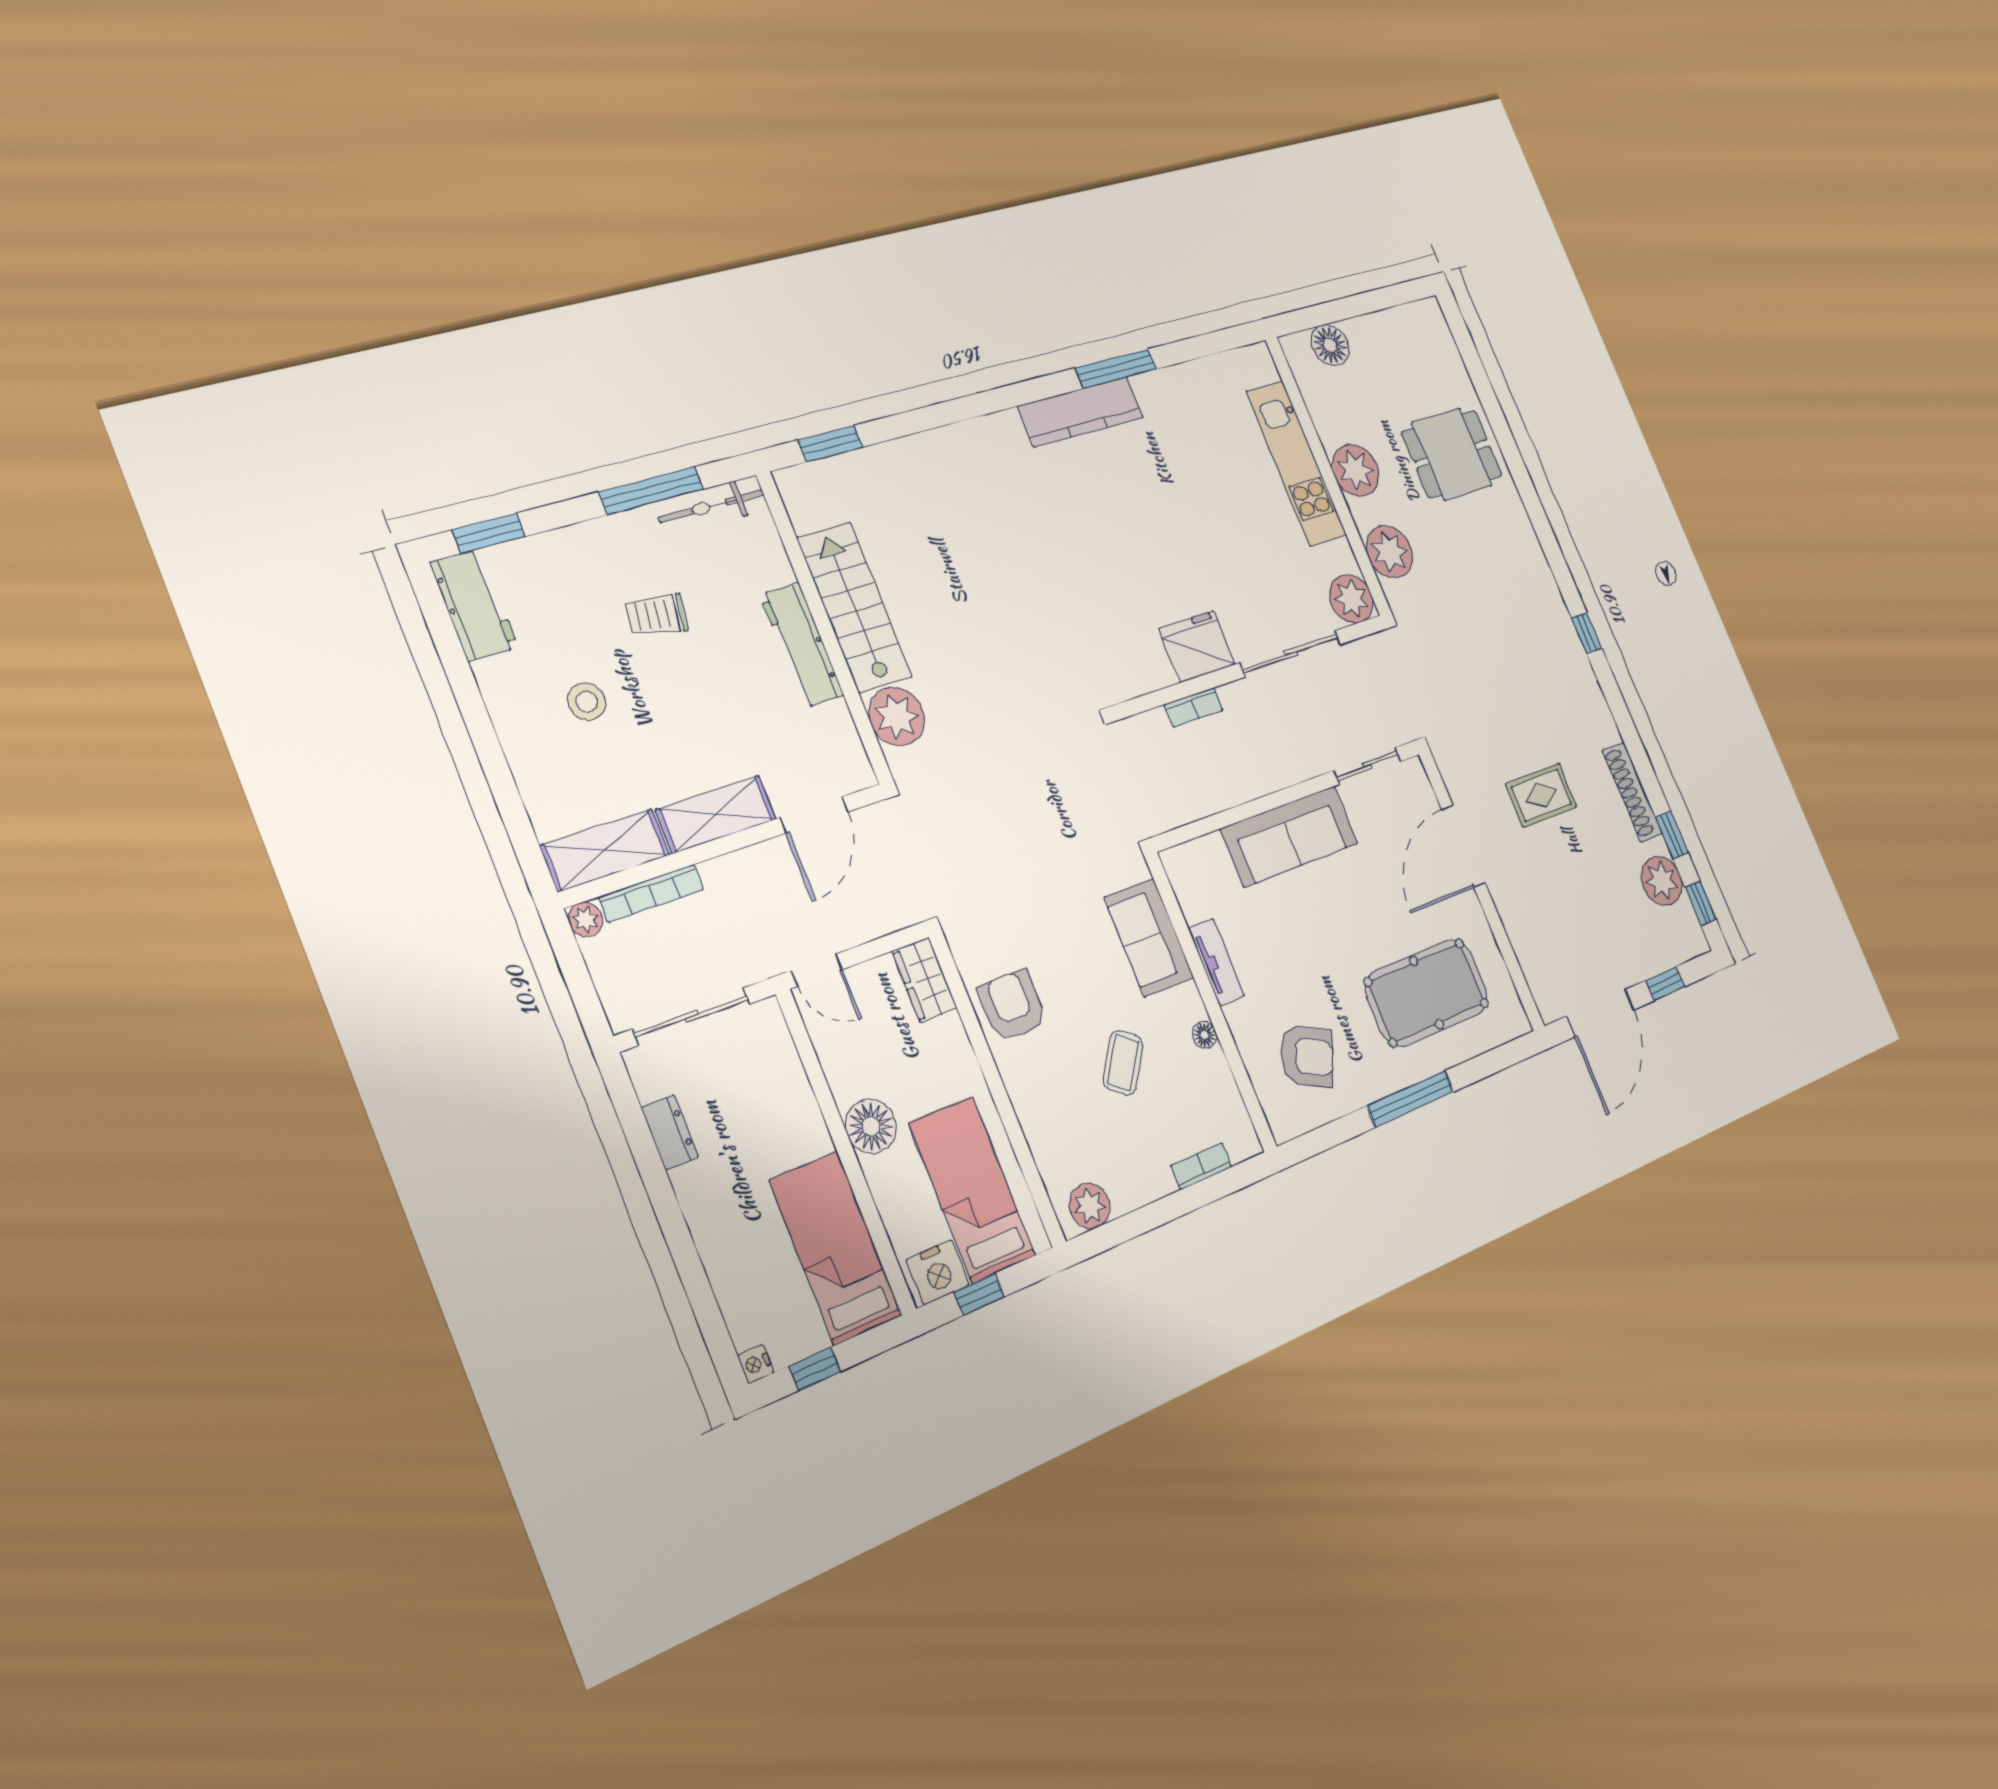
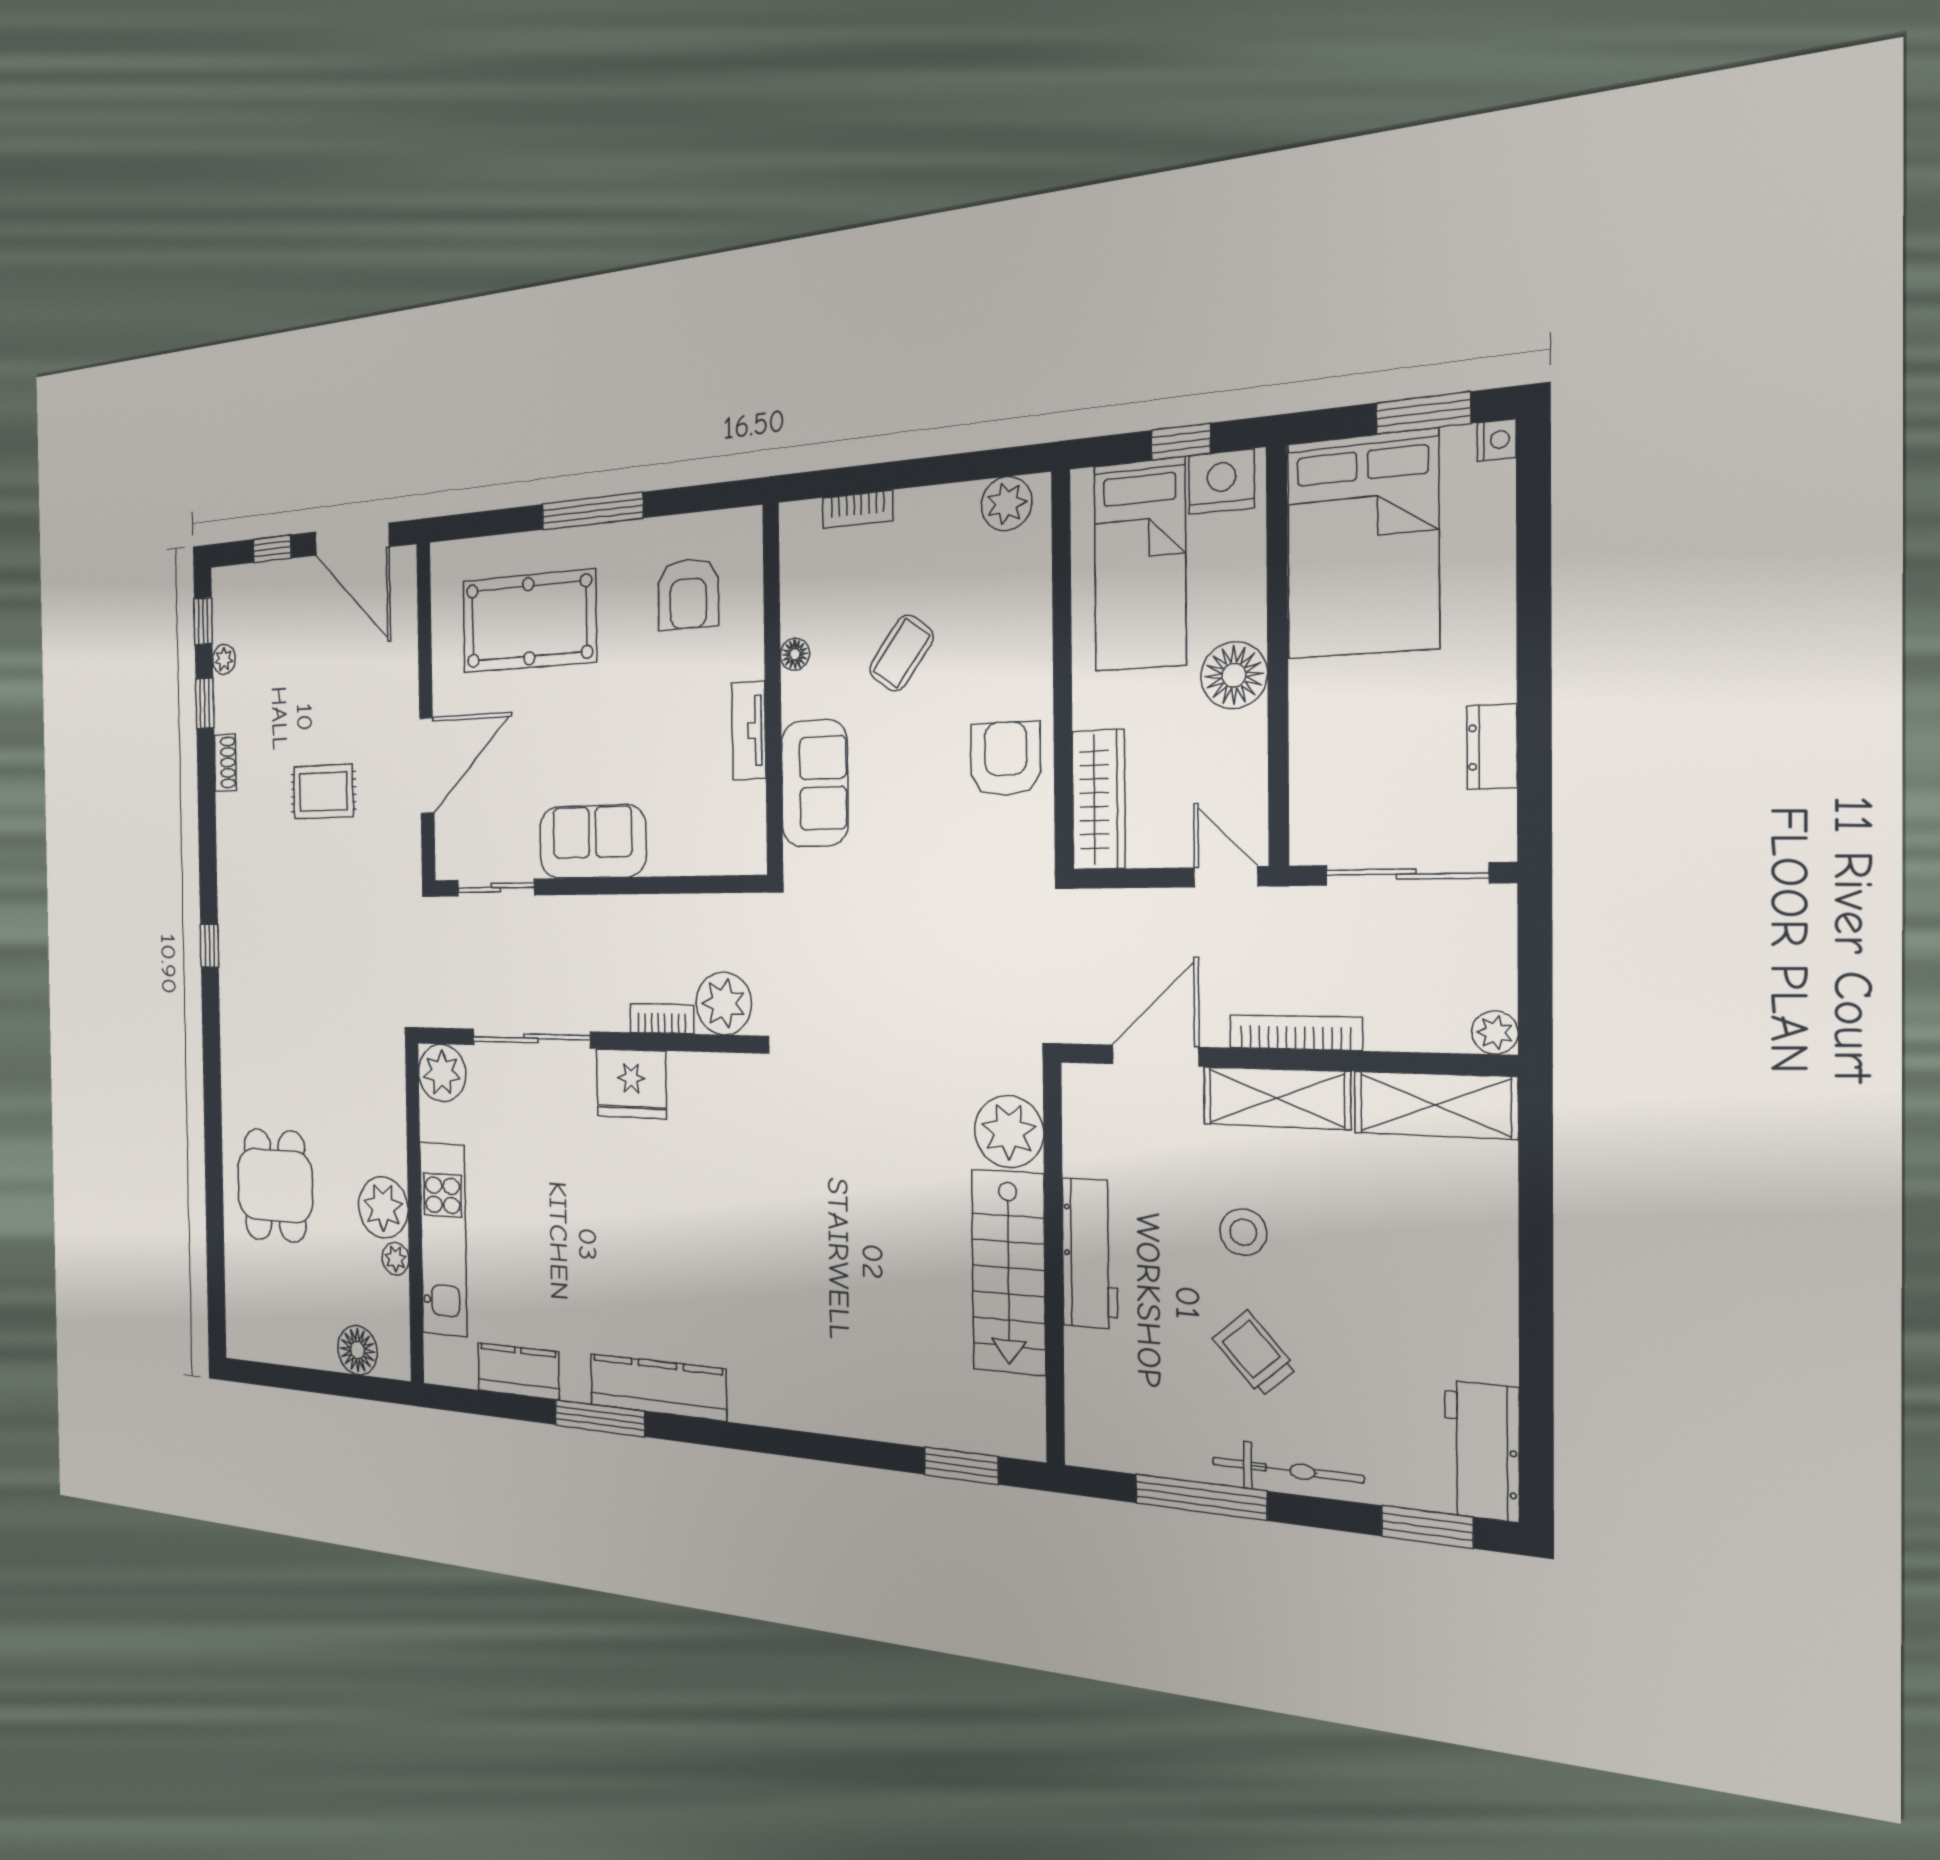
kitchen counter: (1194, 380) -> (518, 1371), added
dining table: (1452, 454) -> (275, 1185), turned 90
bicycle: (711, 506) -> (1287, 1470), moved
plant: (1389, 552) -> (396, 1259), moved, width x0.53, depth x0.53
trolley: (656, 615) -> (1254, 1353), turned -141
stool: (587, 702) -> (1243, 1232), moved
plant: (1150, 737) -> (724, 1003), added
shoe rack: (1632, 792) -> (225, 763), width x0.51, depth x0.81
sofa: (1289, 836) -> (592, 842), width x0.73
plant: (1662, 881) -> (224, 659), width x0.53, depth x0.53
bookcase: (651, 893) -> (1295, 1033), moved
wardrobe: (924, 980) -> (1099, 800), width x1.50
armchair: (1012, 1006) -> (1006, 759), turned 180
door: (1600, 1013) -> (352, 539), swing flipped
armchair: (1307, 1056) -> (688, 594), turned -115
bed: (835, 1248) -> (1363, 545), width x1.50
window: (815, 1369) -> (1423, 413), width x1.50

